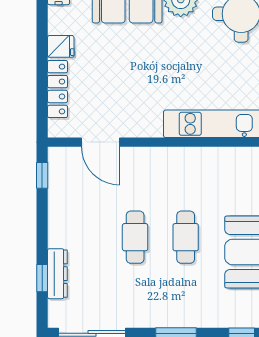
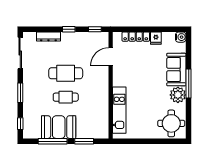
cafe table: (135, 237) -> (66, 73), width x1.37, depth x1.35
window: (42, 278) -> (69, 29), moved

